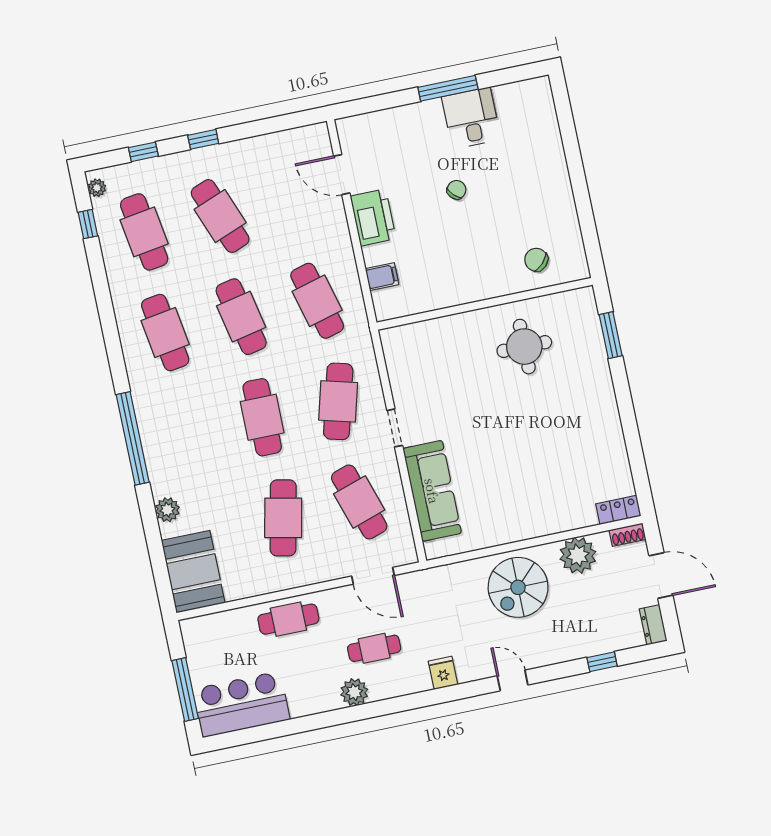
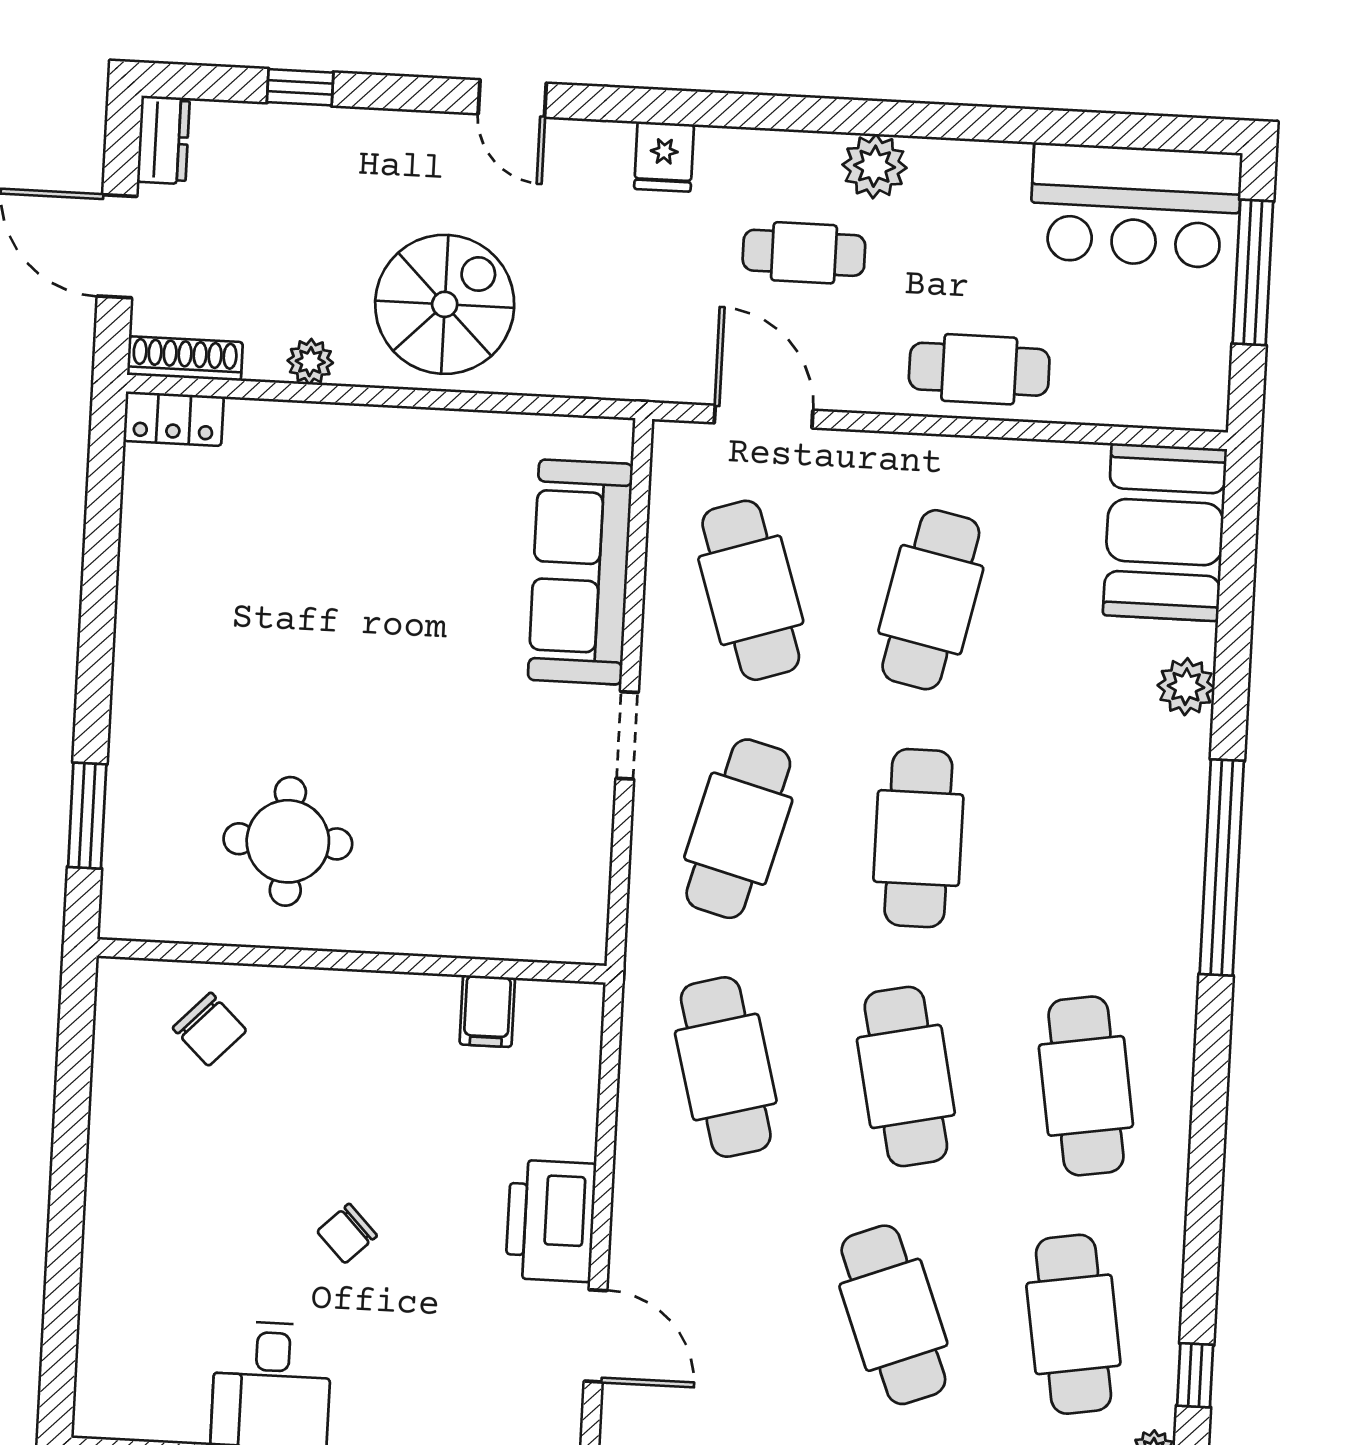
filing cabinet: (382, 277) -> (487, 1011), moved, turned -90
shoe rack: (627, 535) -> (185, 359), width x1.43
plant: (578, 555) -> (310, 362), width x0.53, depth x0.53

